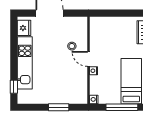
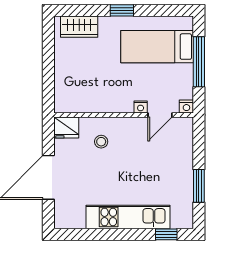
fridge: (24, 28) -> (66, 127), moved, turned 180
door: (89, 59) -> (160, 115), moved
window: (59, 107) -> (199, 186), moved

